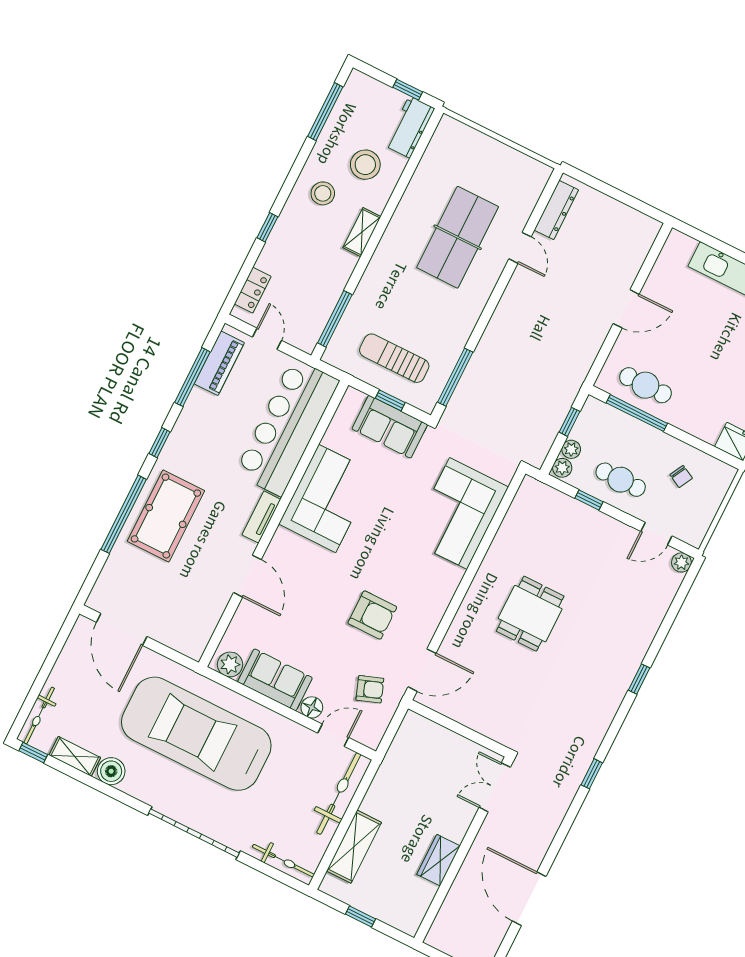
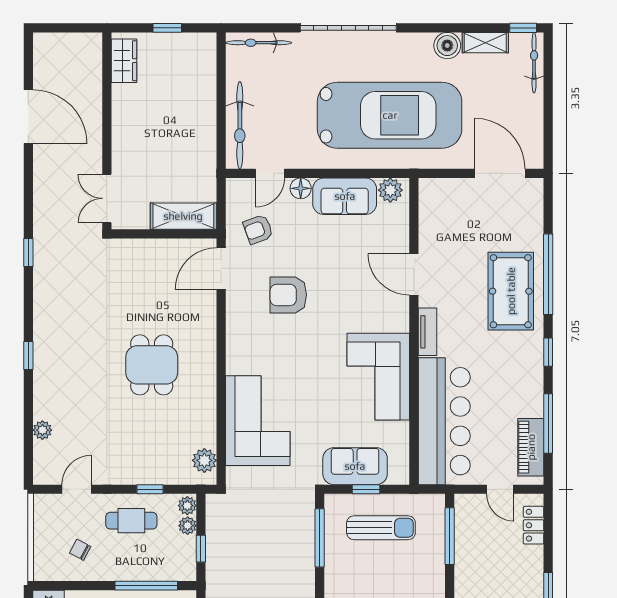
plant: (526, 501) -> (204, 460), added
plant: (681, 562) -> (42, 430), moved
double door: (495, 787) -> (107, 198), swing flipped
shelving: (354, 847) -> (183, 216), moved, turned 90
wardrobe: (438, 860) -> (124, 61), moved

